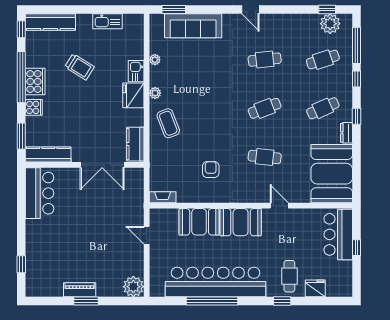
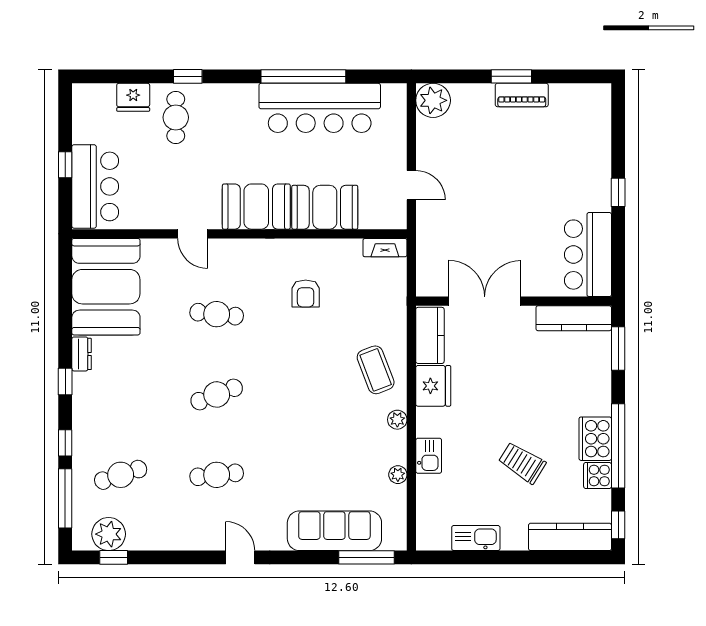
window: (174, 9) -> (367, 557), width x1.44
fridge: (133, 95) -> (433, 386), moved
cooker: (34, 107) -> (598, 475), moved
cafe table: (323, 108) -> (121, 394), removed
window: (21, 264) -> (618, 192), moved
bar counter: (216, 282) -> (320, 108), width x0.73

